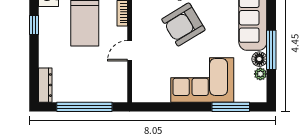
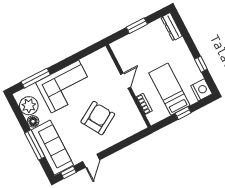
window: (271, 50) -> (35, 145), moved
plant: (260, 74) -> (29, 106), width x1.87, depth x1.87
window: (84, 107) -> (137, 26), width x0.47

